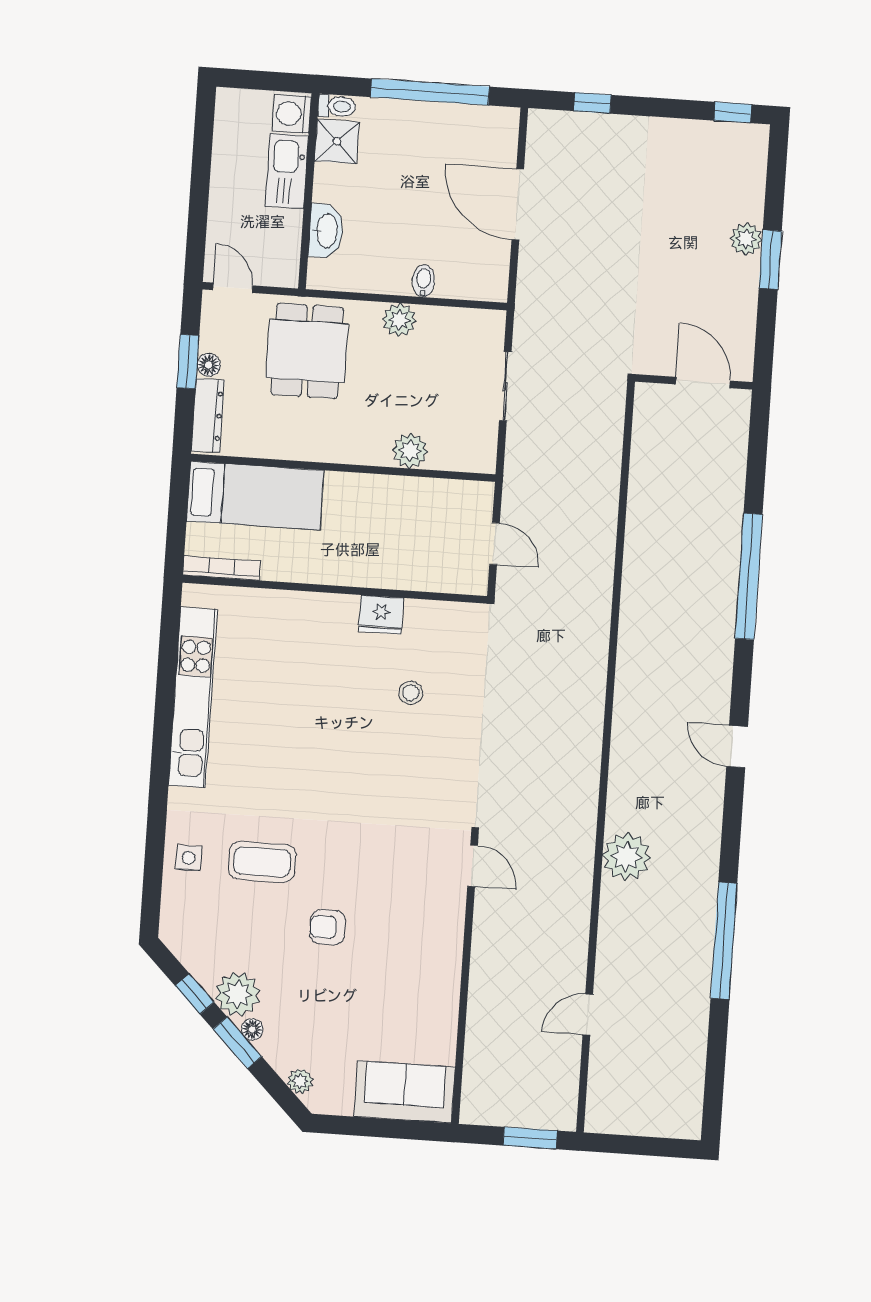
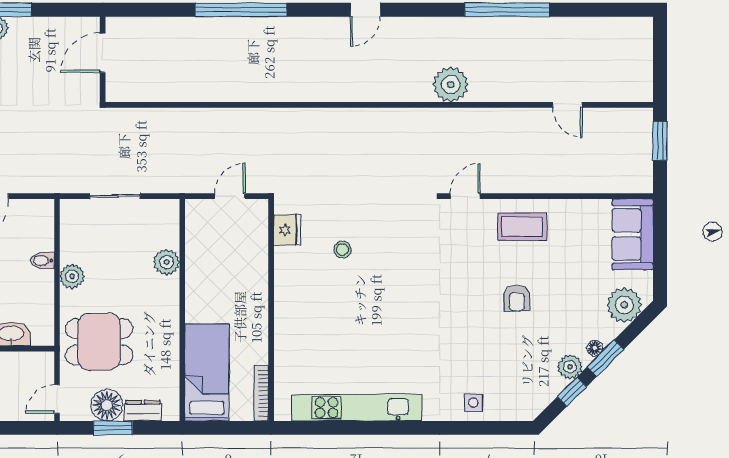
floor lamp: (209, 365) -> (107, 405), width x1.89, depth x1.89
dresser: (208, 415) -> (143, 411), width x0.70
fridge: (381, 615) -> (287, 230), moved
coffee table: (262, 862) -> (522, 227), moved, turned 90
plant: (238, 994) -> (570, 367), width x0.73, depth x0.73
plant: (300, 1081) -> (624, 305), width x1.88, depth x1.88

